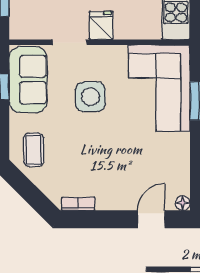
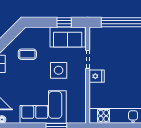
corner sofa: (159, 88) -> (43, 107), moved
coffee table: (34, 150) -> (27, 54), moved

